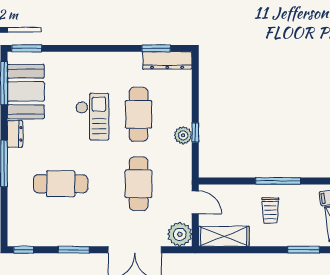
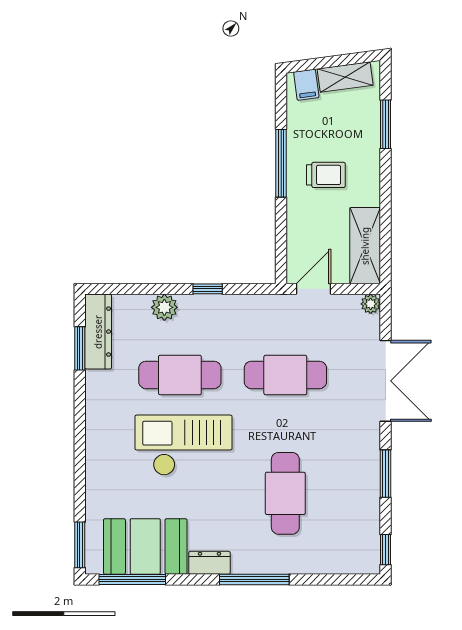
checkout: (92, 117) -> (183, 445), width x1.36, depth x1.21
plant: (183, 135) -> (164, 307), moved
plant: (180, 234) -> (371, 304), width x0.53, depth x0.53

